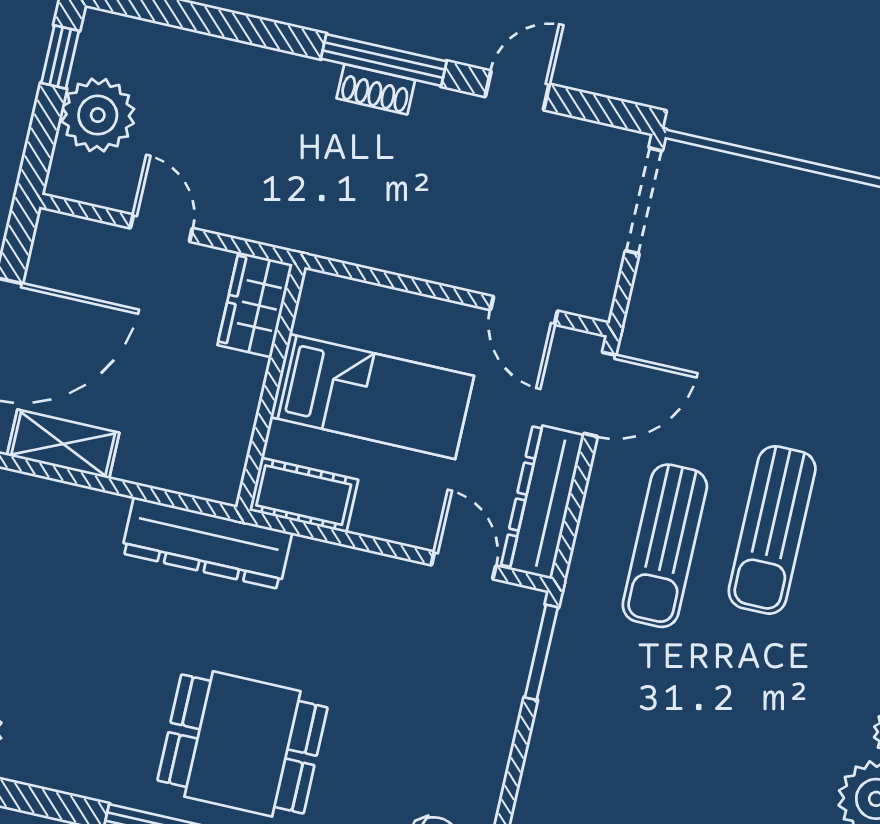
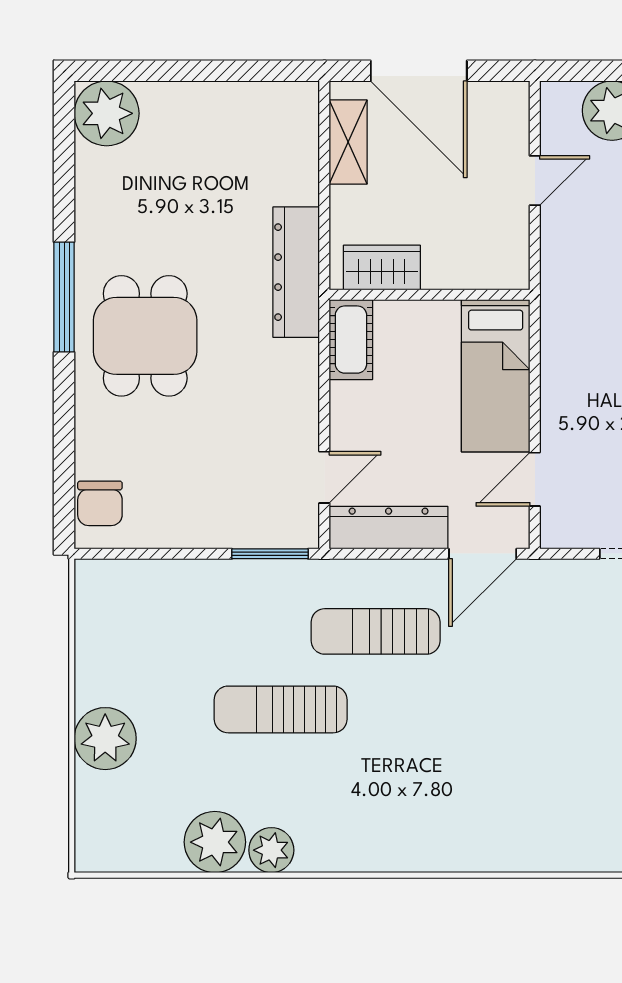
wardrobe: (255, 305) -> (382, 268), moved
door: (600, 394) -> (483, 554), hinge flipped
bed: (372, 397) -> (496, 376), moved
sun lounger: (772, 530) -> (281, 709), moved

